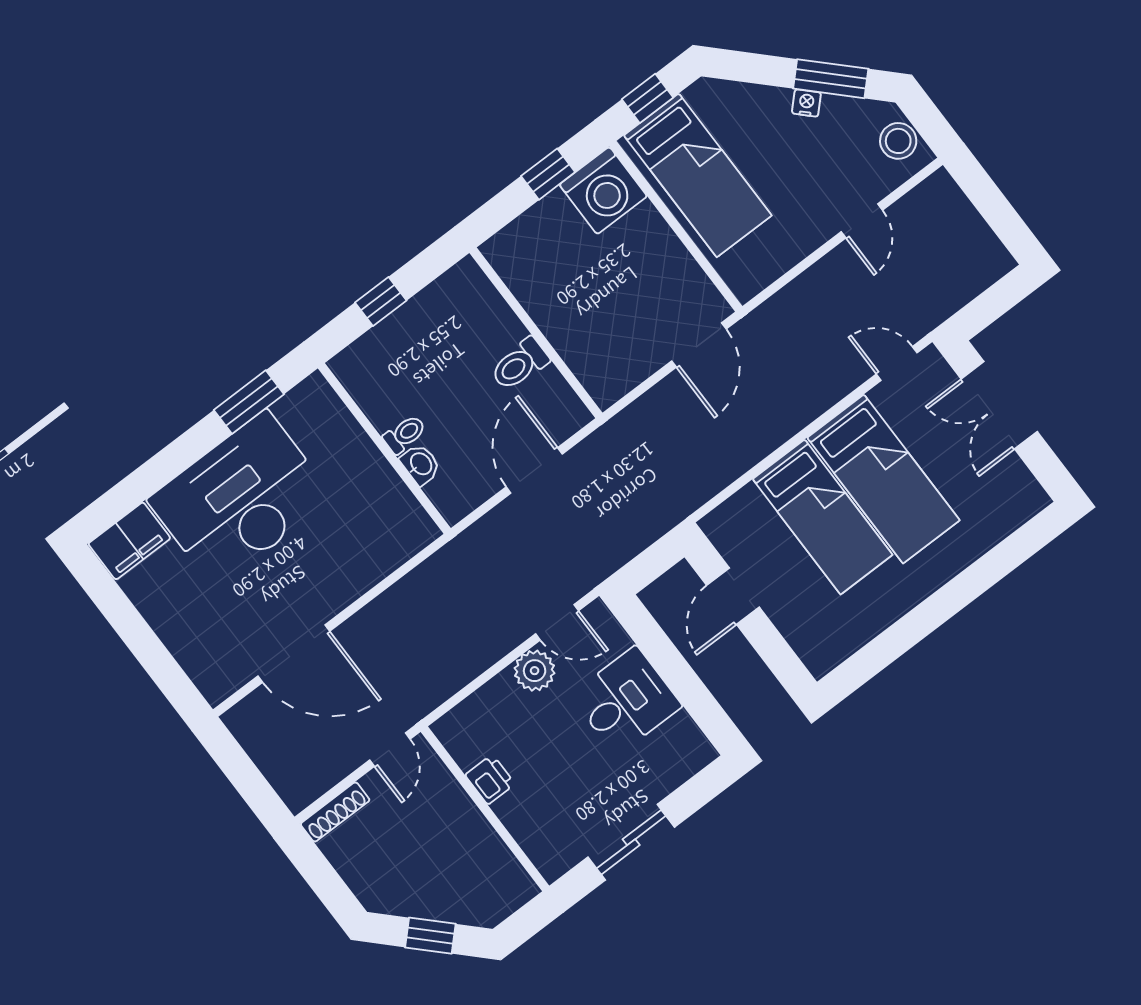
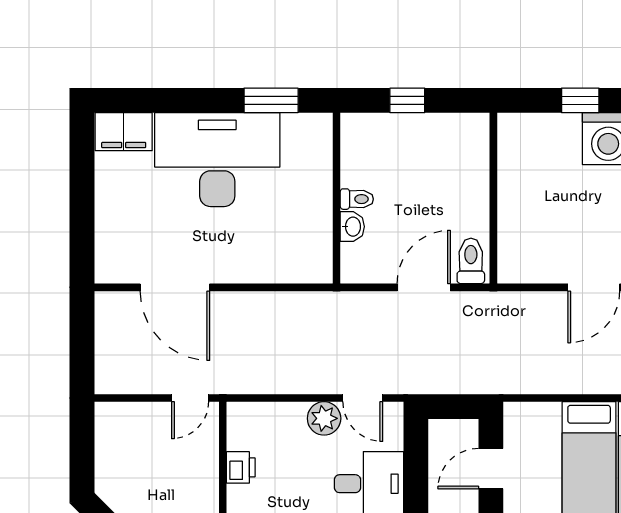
toilet: (520, 364) -> (471, 261), moved, turned 90
shoe rack: (335, 812) -> (123, 411), removed

